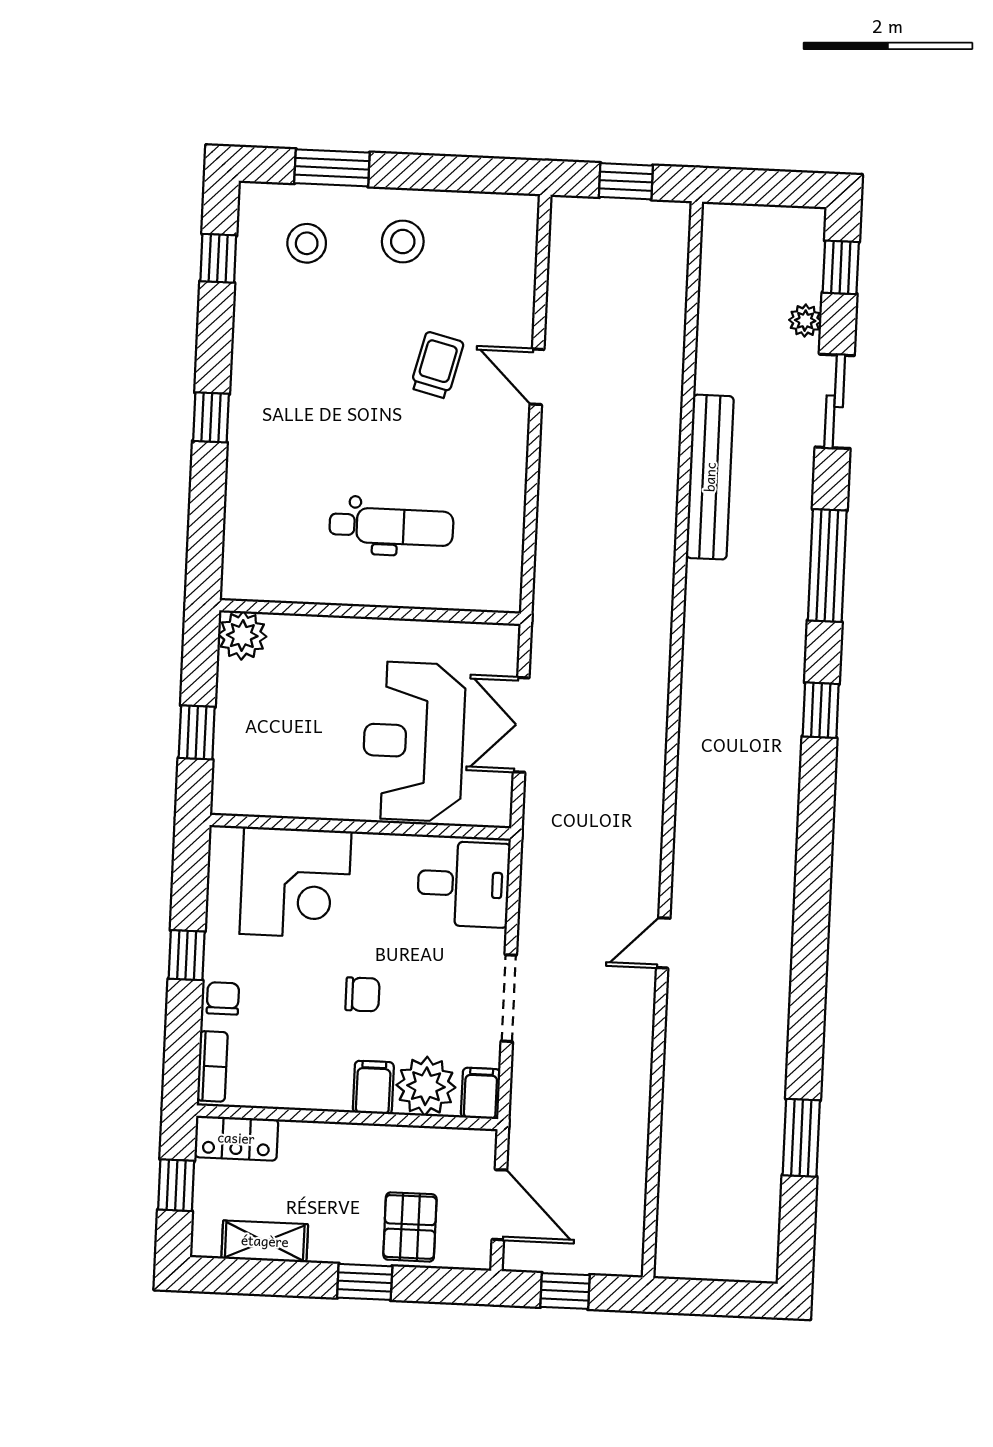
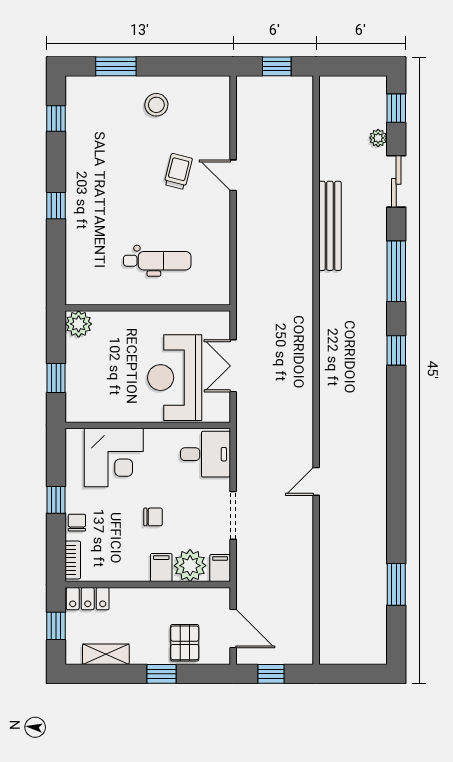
stool: (307, 243) -> (104, 108), removed

